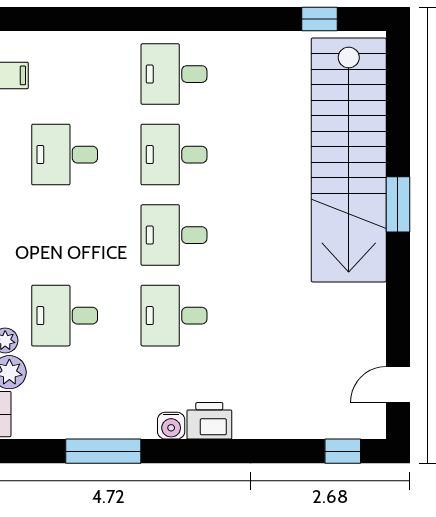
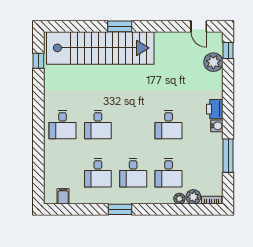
desk: (174, 235) -> (133, 173), moved
plant: (316, 418) -> (213, 62), added

